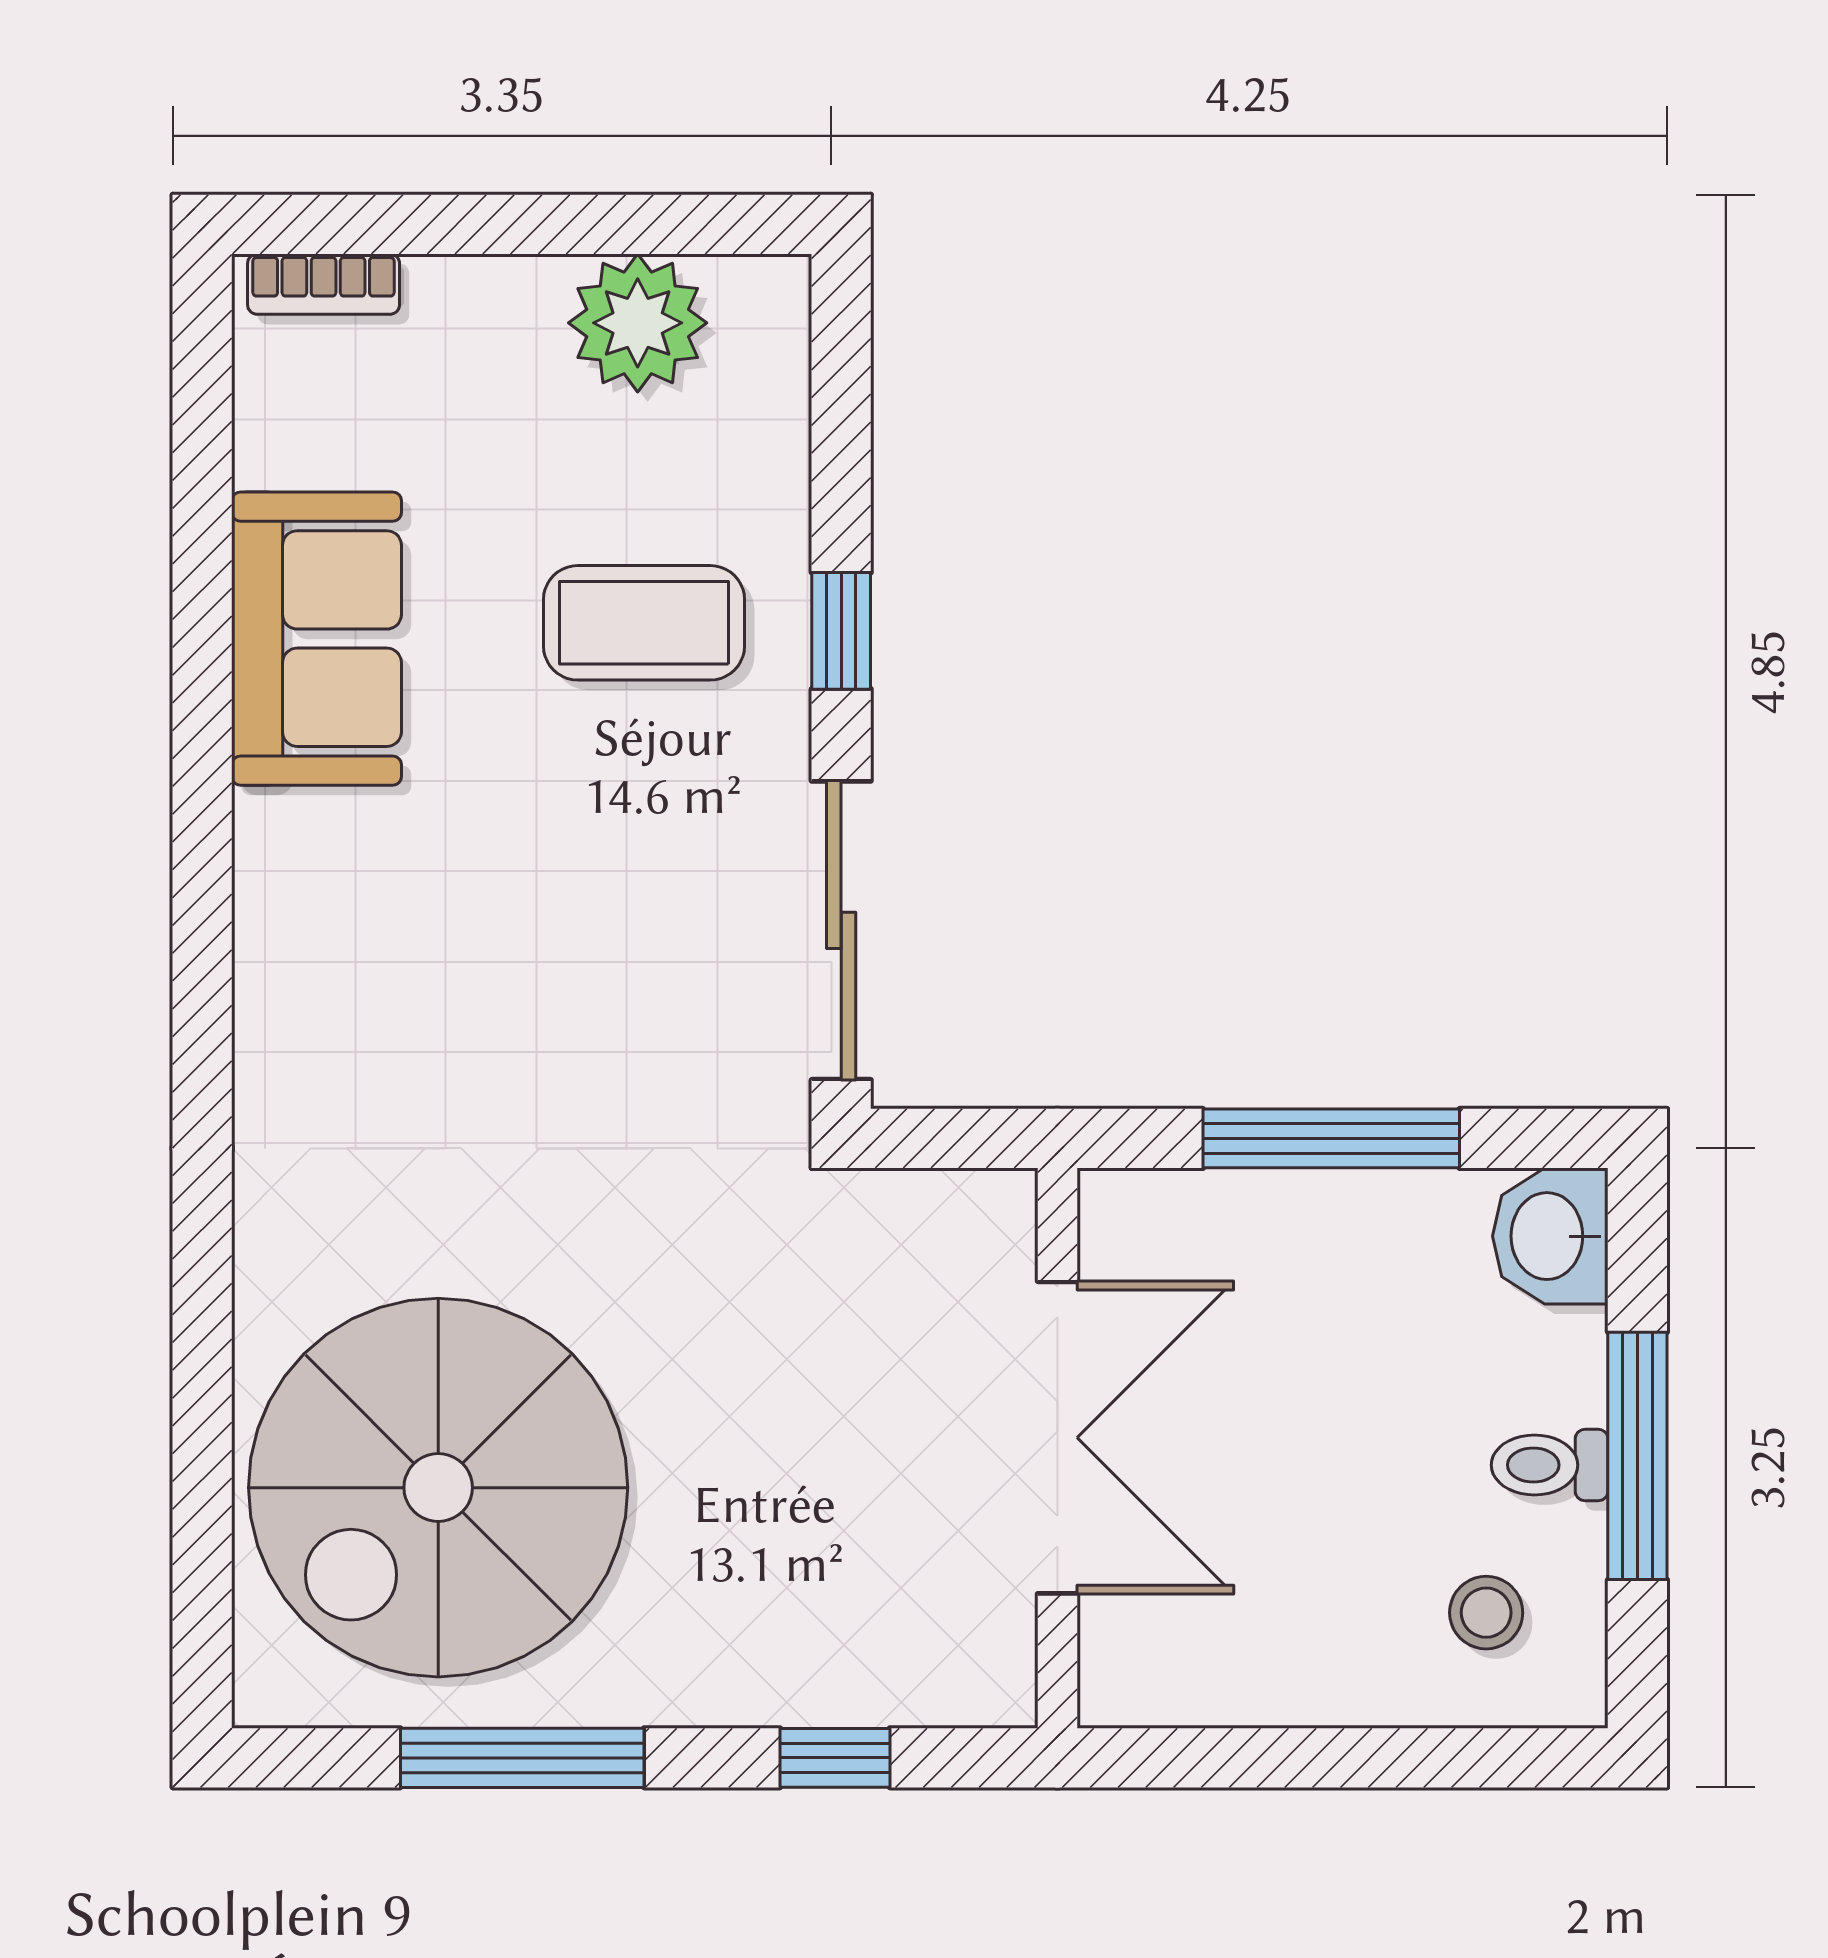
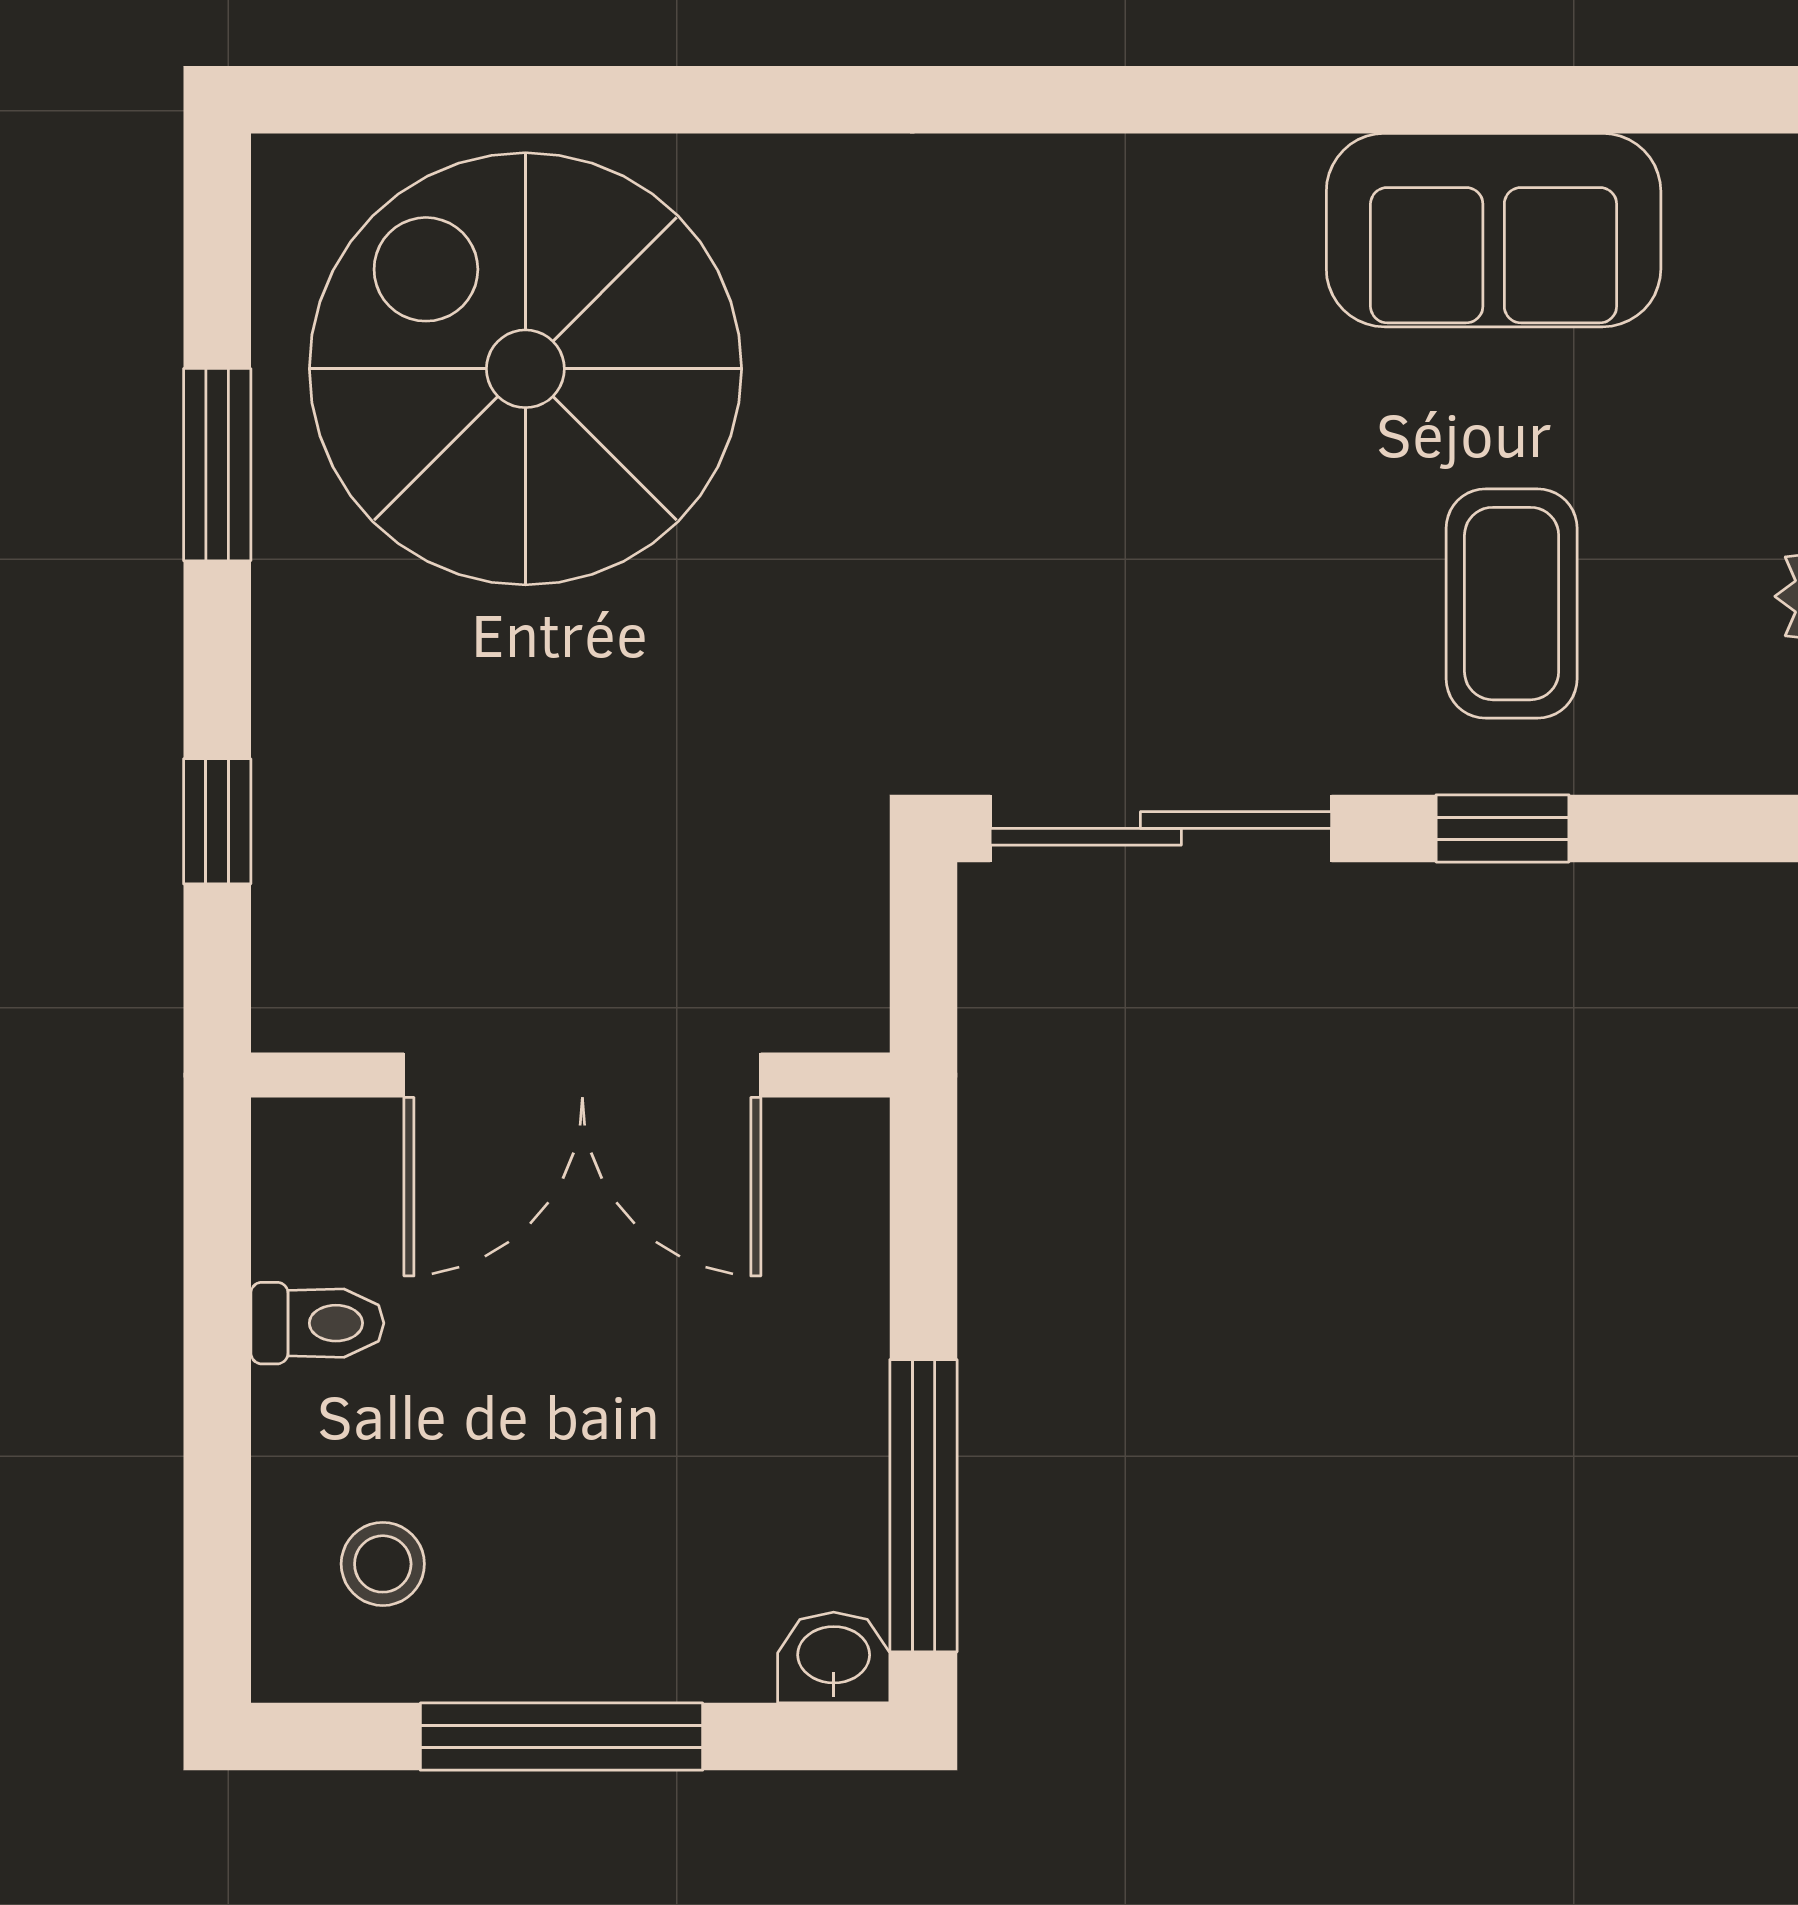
window: (1331, 1138) -> (923, 1506), moved
washbasin: (1550, 1236) -> (834, 1657), width x0.72, depth x0.69
toilet: (1550, 1465) -> (317, 1323), moved, turned 90
window: (522, 1758) -> (217, 465), width x0.69

